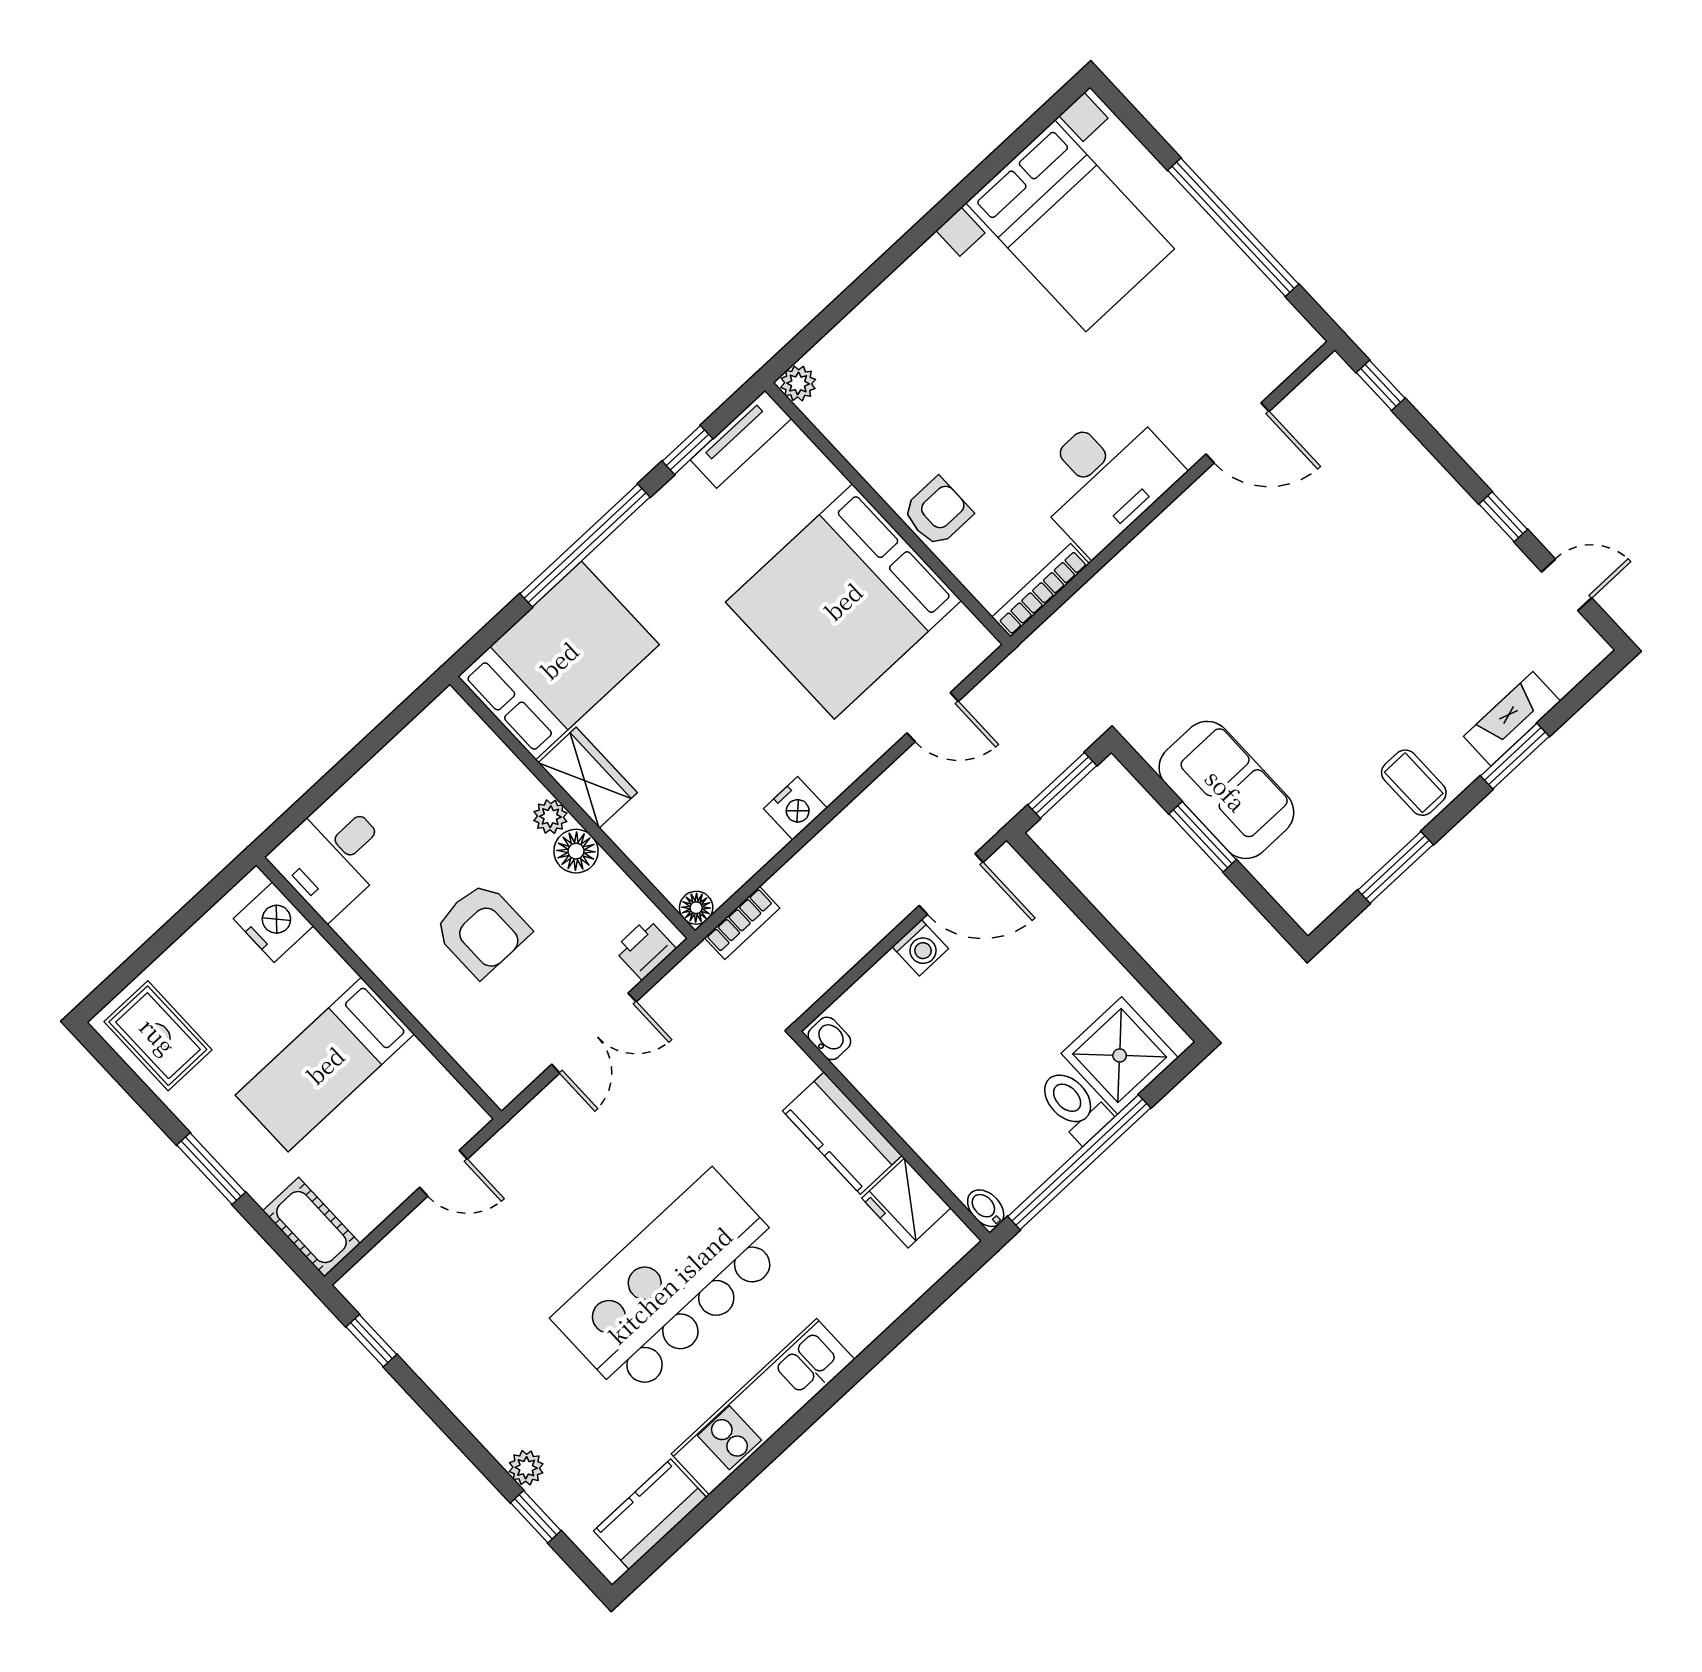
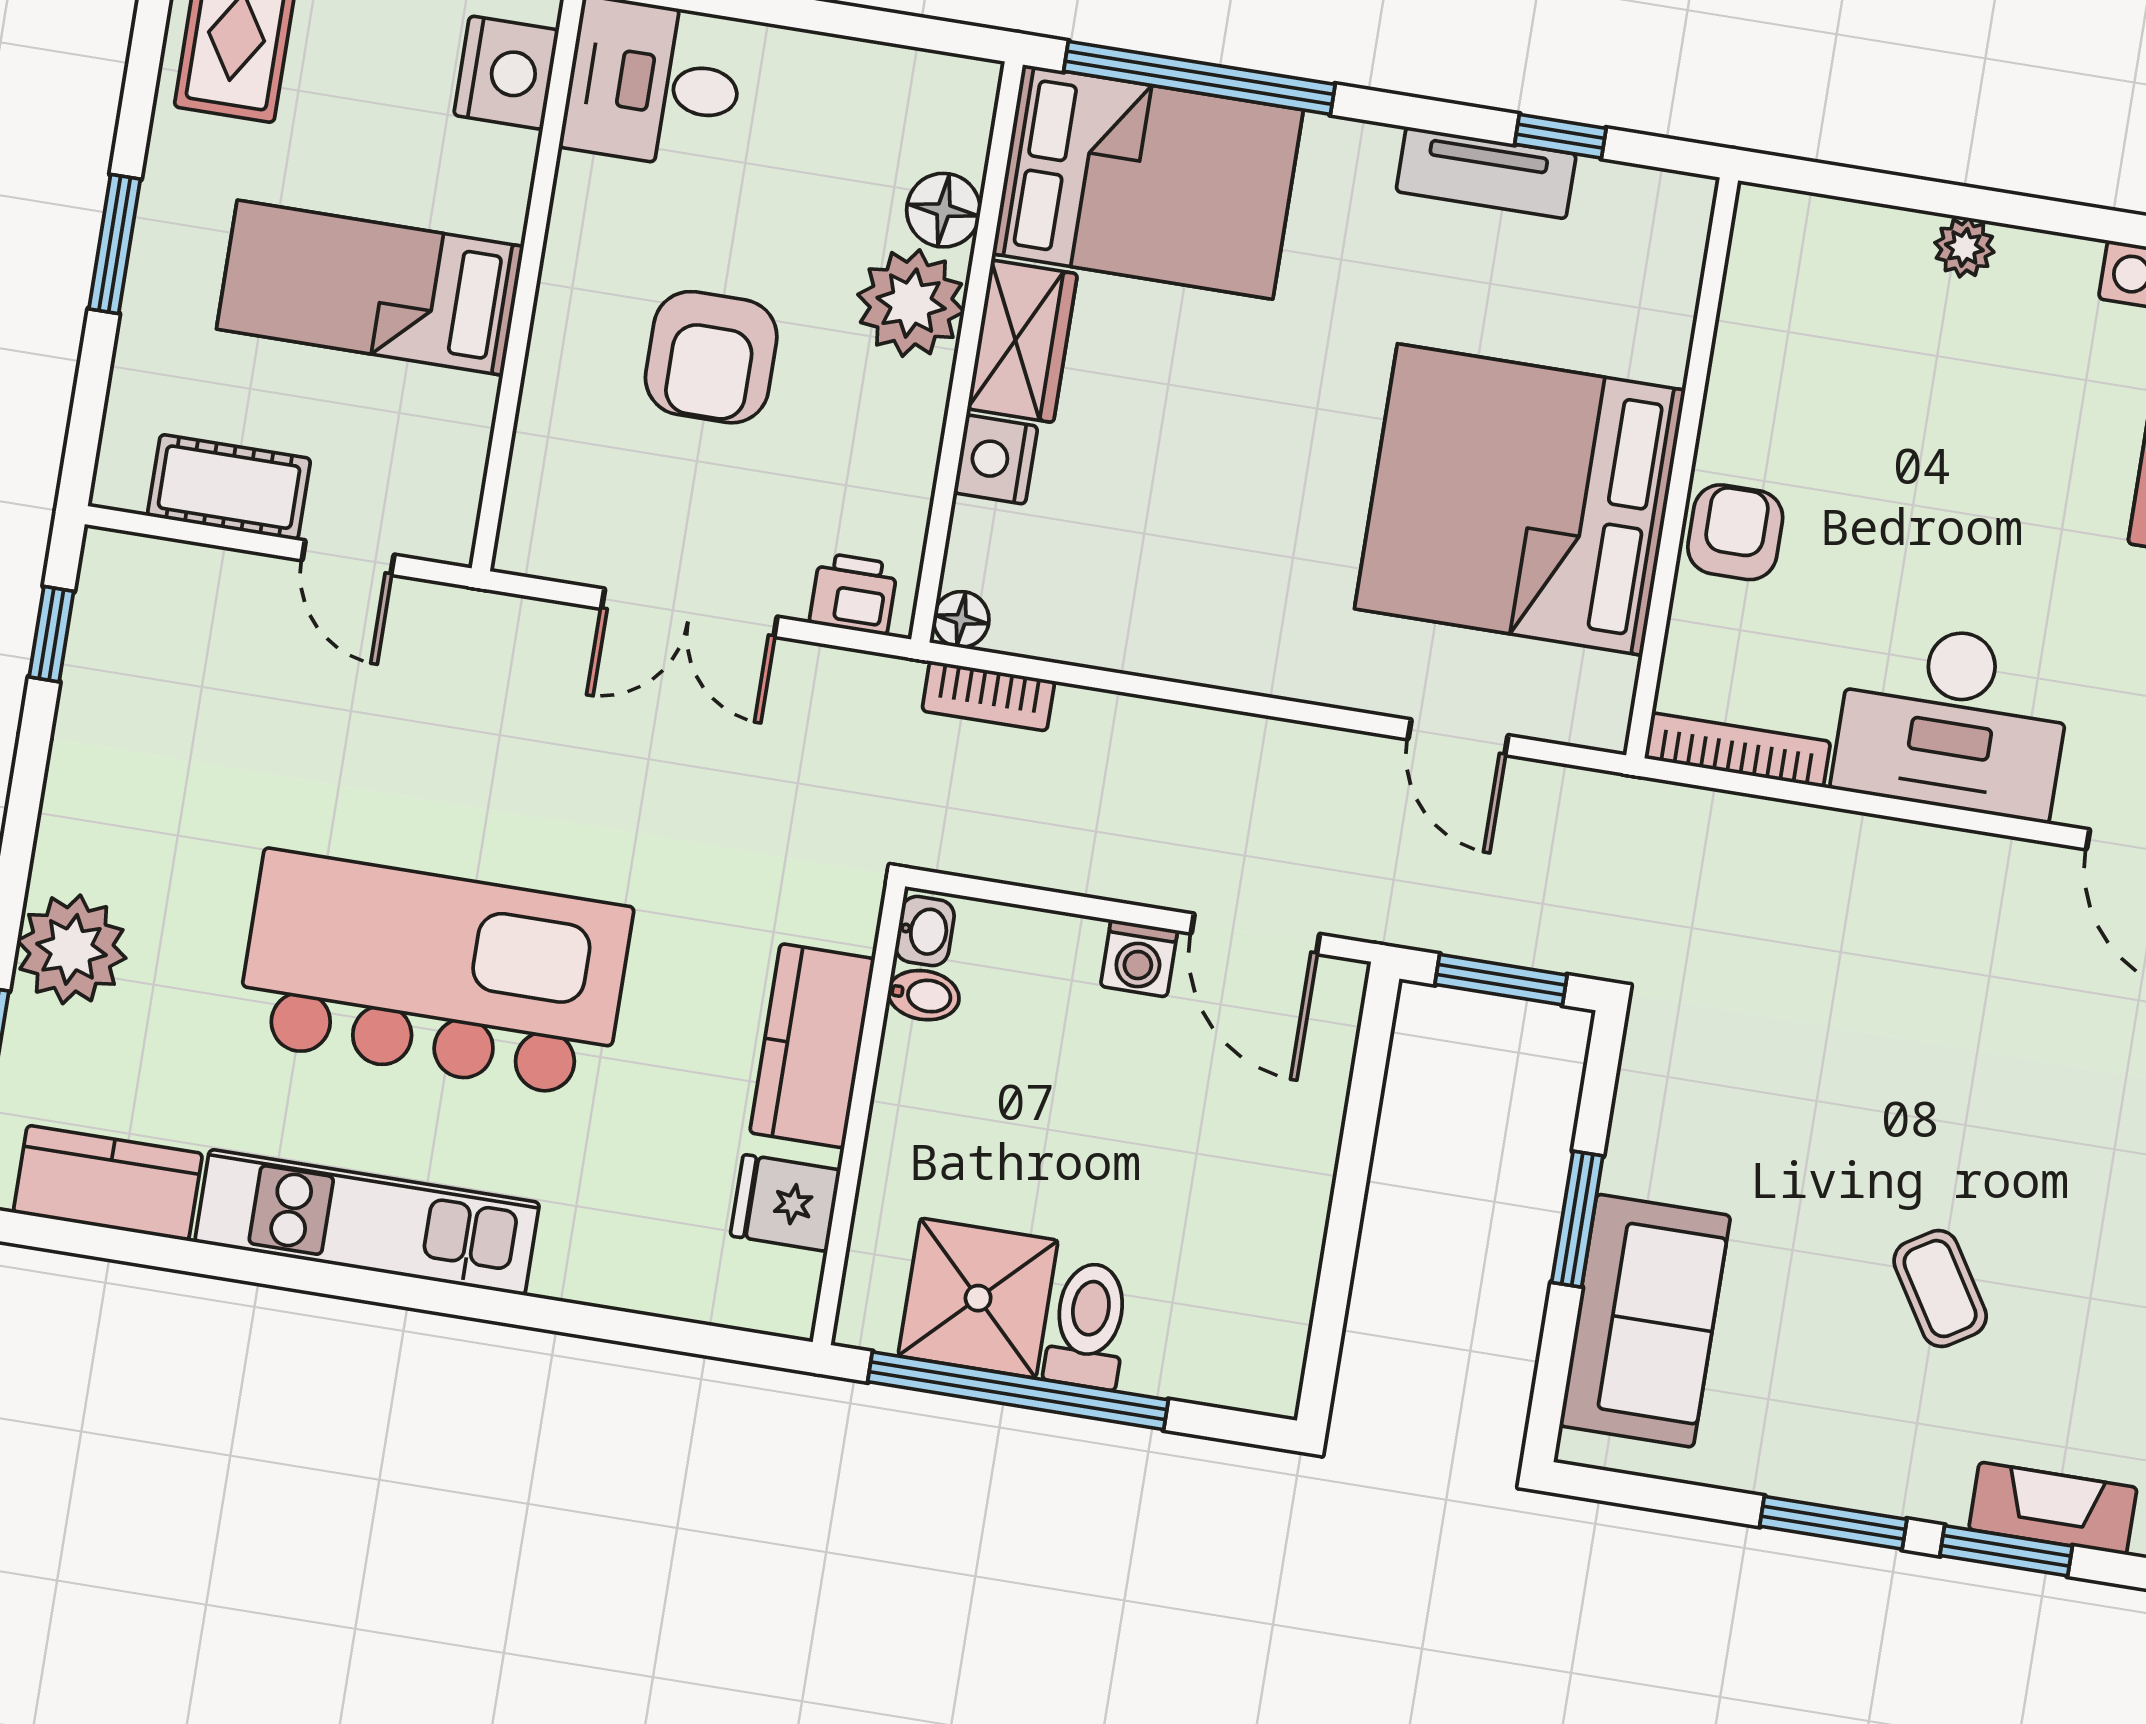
plant: (798, 383) -> (1964, 247), moved
tv unit: (741, 439) -> (1486, 173), moved
armchair: (937, 512) -> (1735, 532), turned -90
window: (585, 545) -> (1199, 78), moved
coffee table: (1414, 783) -> (1940, 1289), moved, turned -32
sofa: (1226, 790) -> (1645, 1321), moved
nightstand: (795, 808) -> (996, 460), moved, turned 90
plant: (550, 817) -> (911, 303), width x1.87, depth x1.87
floor lamp: (576, 851) -> (944, 210), moved
window: (1395, 867) -> (1833, 1523), moved
shower: (1120, 1055) -> (978, 1298), moved
fridge: (906, 1203) -> (785, 1203), width x0.72
bidet: (986, 1208) -> (924, 995), moved, turned 90
cot: (311, 1227) -> (229, 487), moved, turned 90
plant: (526, 1468) -> (71, 949), width x1.88, depth x1.88

